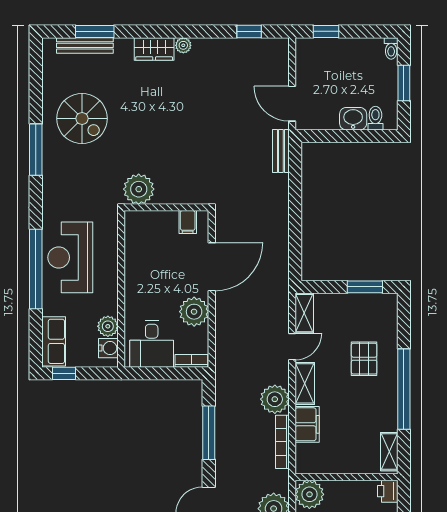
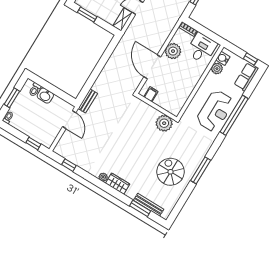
door: (212, 267) -> (152, 67), hinge flipped

